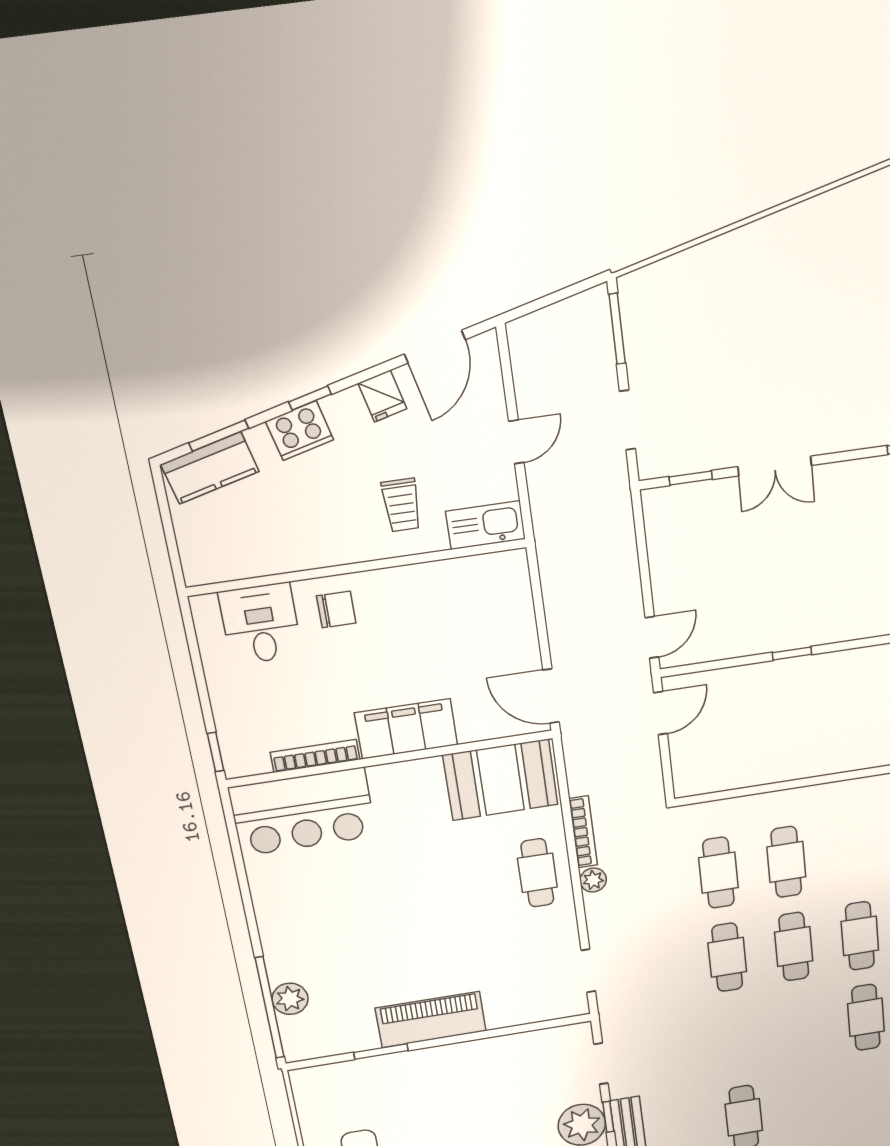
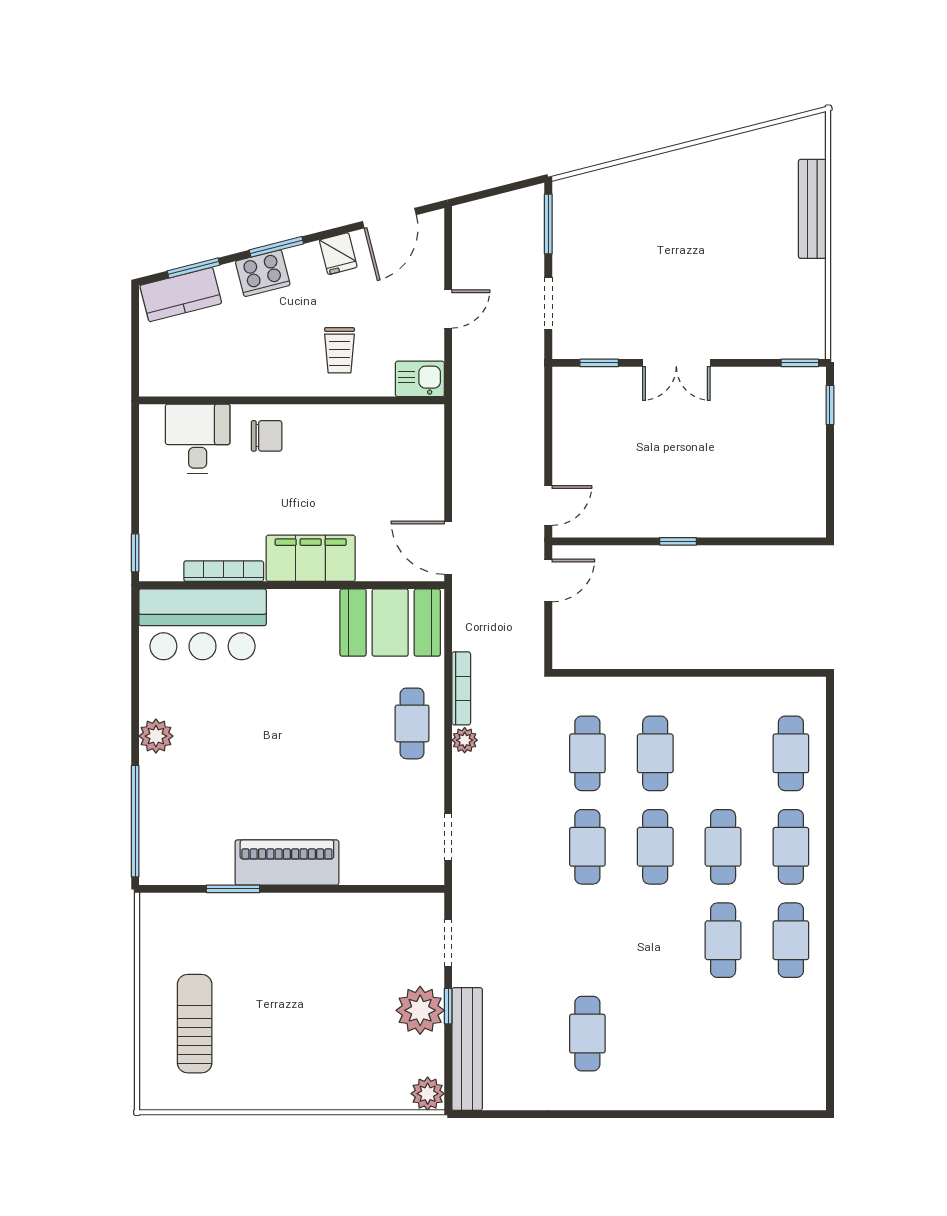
window: (310, 398) -> (276, 247), width x1.50
kitchen sink: (486, 525) -> (420, 379), width x0.73
plant: (290, 999) -> (156, 736), moved

